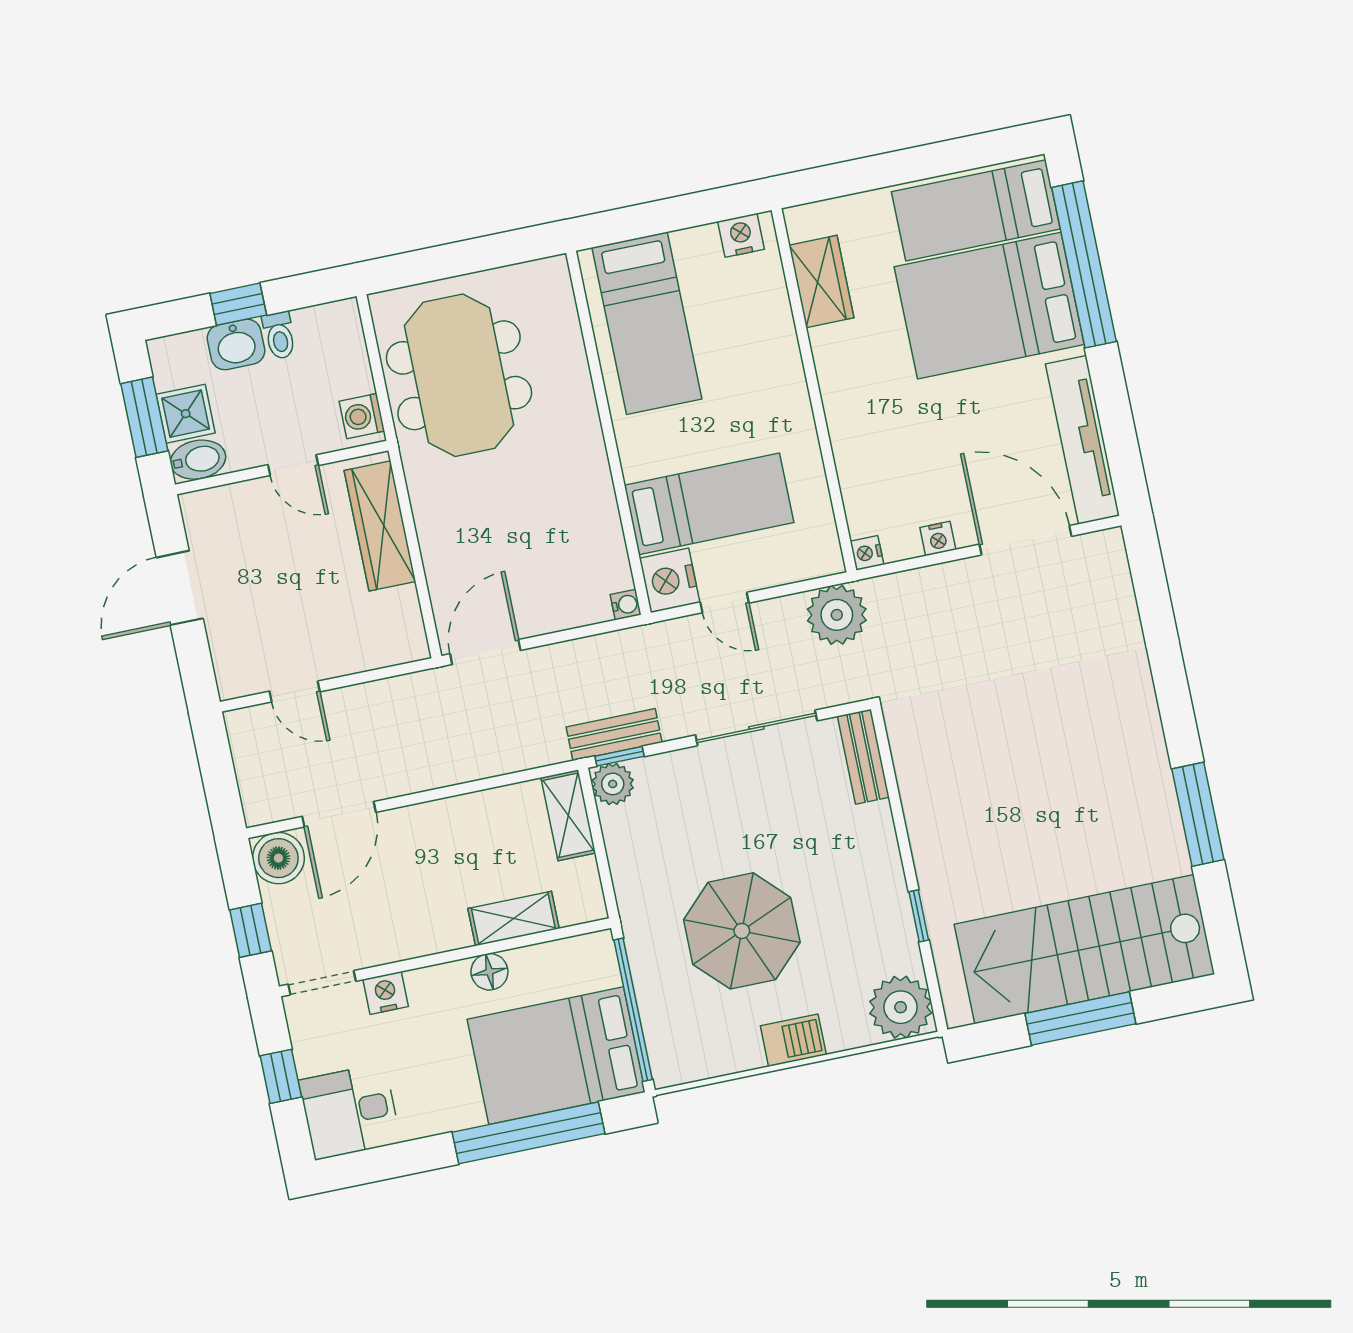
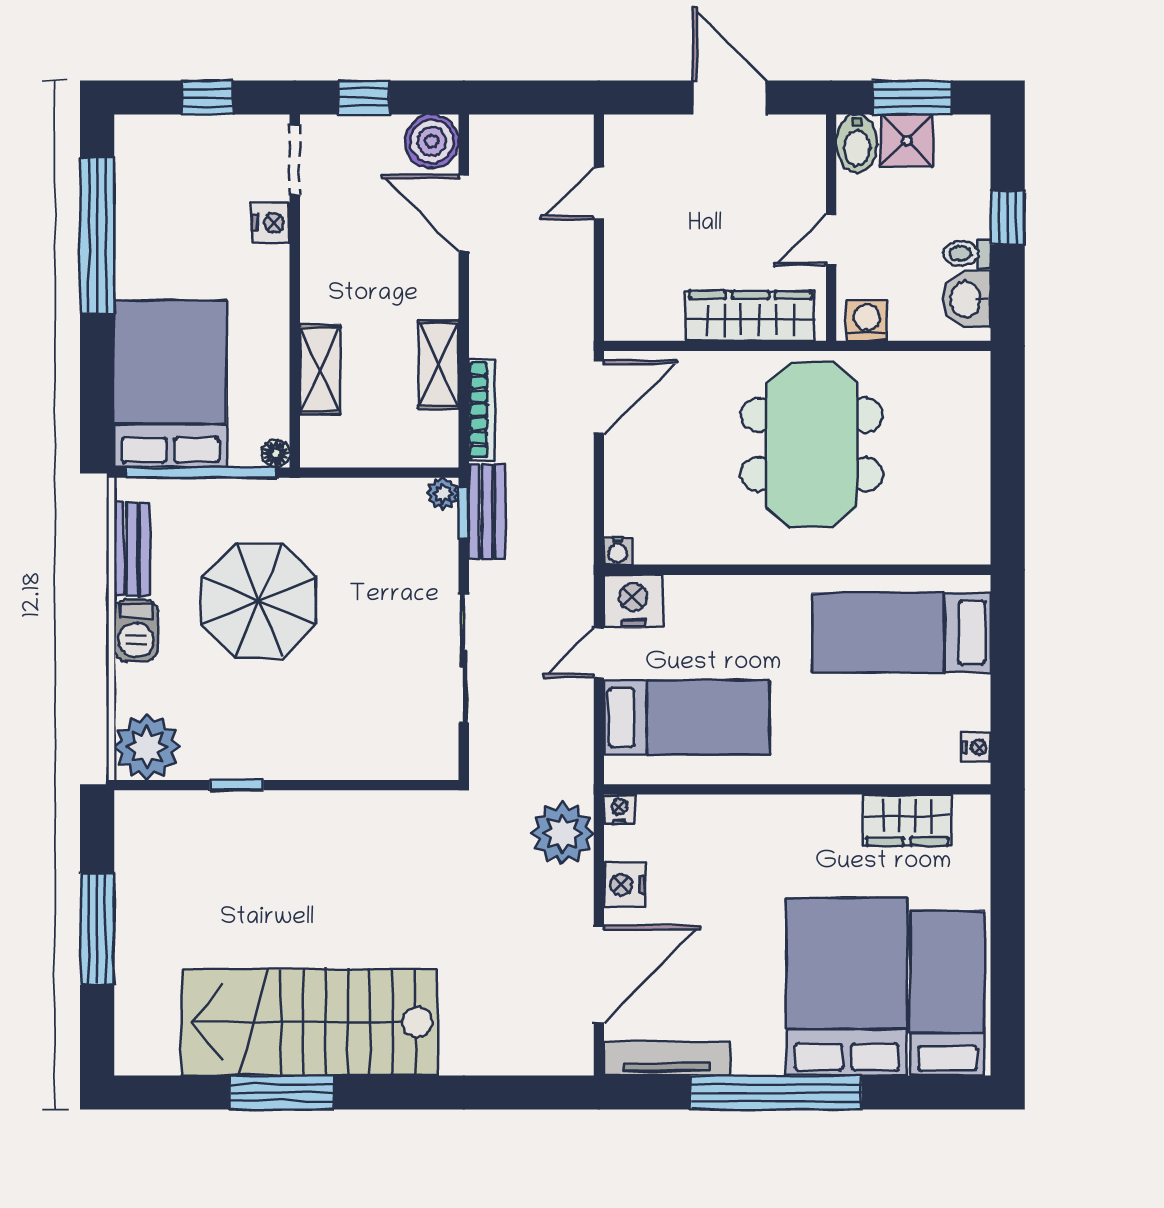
nightstand: (741, 235) -> (976, 747), width x0.72, depth x0.74
window: (1084, 264) -> (776, 1093), moved
washbasin: (236, 344) -> (967, 299), moved
meeting table: (459, 375) -> (812, 445), moved, turned 90
tv unit: (1082, 440) -> (667, 1059), width x0.73, depth x0.78
bed: (709, 504) -> (687, 717), moved, turned -90
nightstand: (938, 539) -> (624, 885), width x1.39, depth x1.35
plant: (837, 615) -> (562, 833), moved
door: (485, 652) -> (599, 397), hinge flipped
bench: (863, 757) -> (132, 549), moved, turned 90
bookcase: (520, 759) -> (482, 410), added
plant: (613, 784) -> (443, 494), width x0.73, depth x0.73
shelving: (568, 815) -> (439, 364), moved, turned 90
stairs: (1084, 949) -> (310, 1022), moved, turned -90
floor lamp: (489, 972) -> (276, 454), moved, width x0.73, depth x0.73
desk: (350, 1111) -> (157, 161), removed
window: (529, 1133) -> (97, 236), moved

